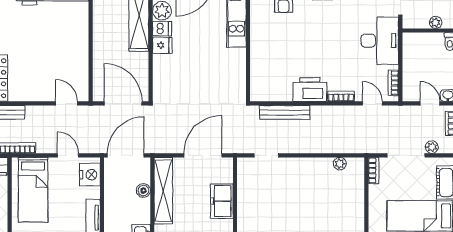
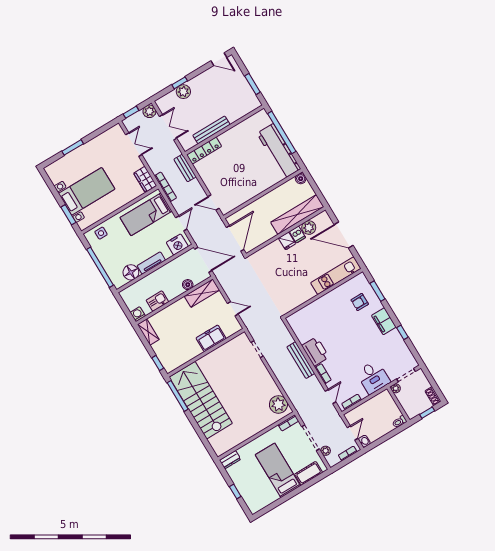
plant: (436, 22) -> (396, 388), moved
desk: (380, 41) -> (373, 377), width x0.73
door: (67, 103) -> (214, 203), swing flipped
bench: (285, 112) -> (301, 360), moved
door: (203, 155) -> (233, 309), width x0.53
plant: (340, 164) -> (278, 404), width x1.88, depth x1.88
shelving: (163, 191) -> (202, 293), width x0.68

